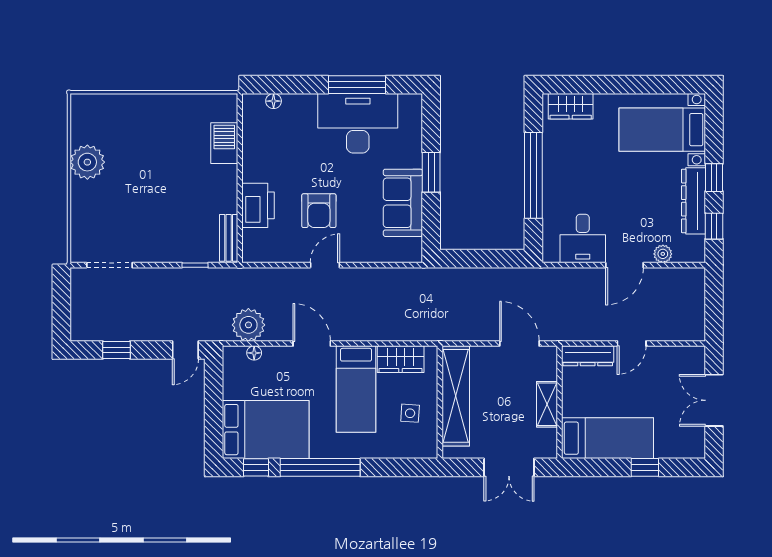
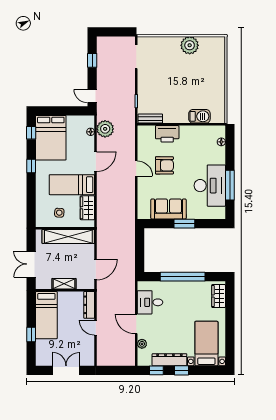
armchair: (319, 211) -> (164, 165), turned 180
window: (320, 467) -> (31, 166), width x0.32

